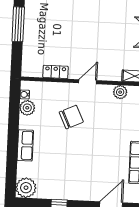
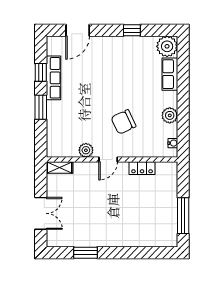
plant: (120, 92) -> (86, 150), moved
plant: (27, 108) -> (170, 115), moved
row of seats: (25, 145) -> (170, 74), moved

